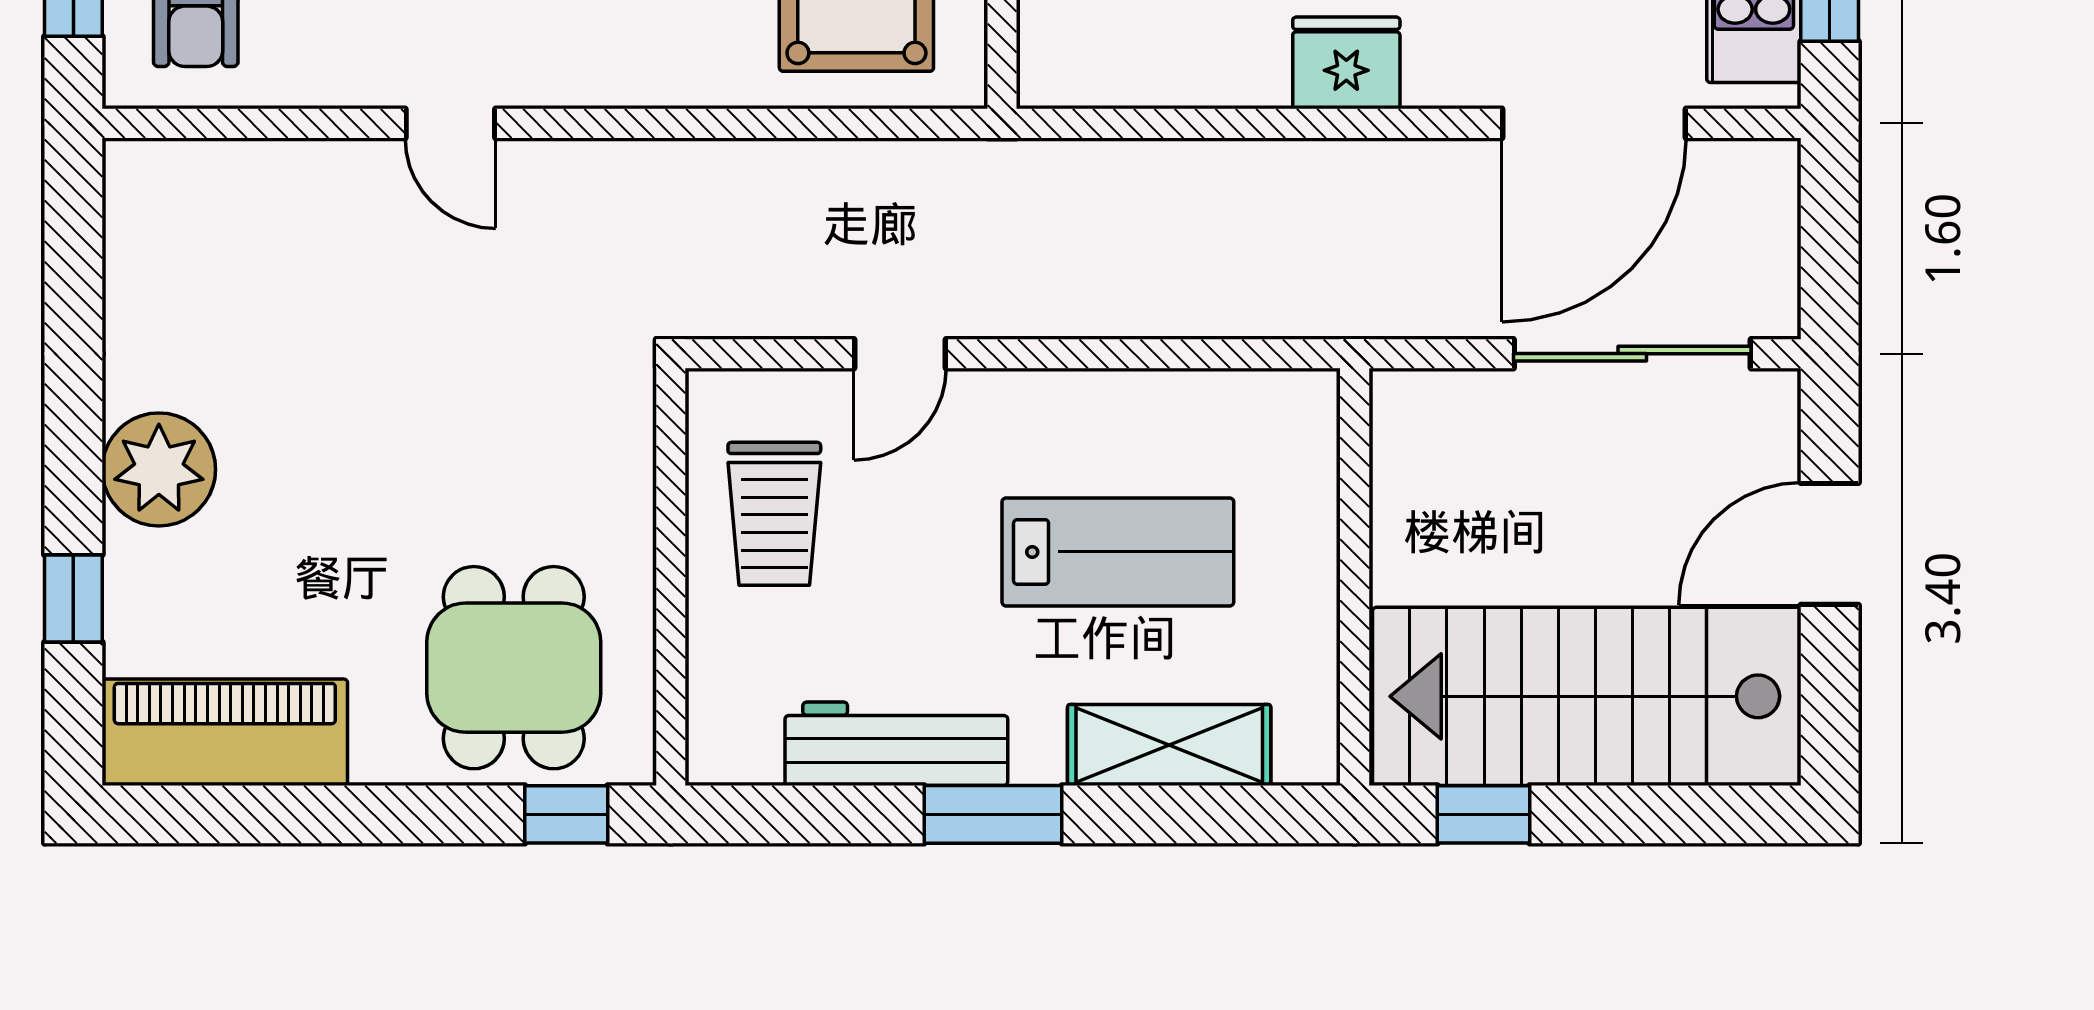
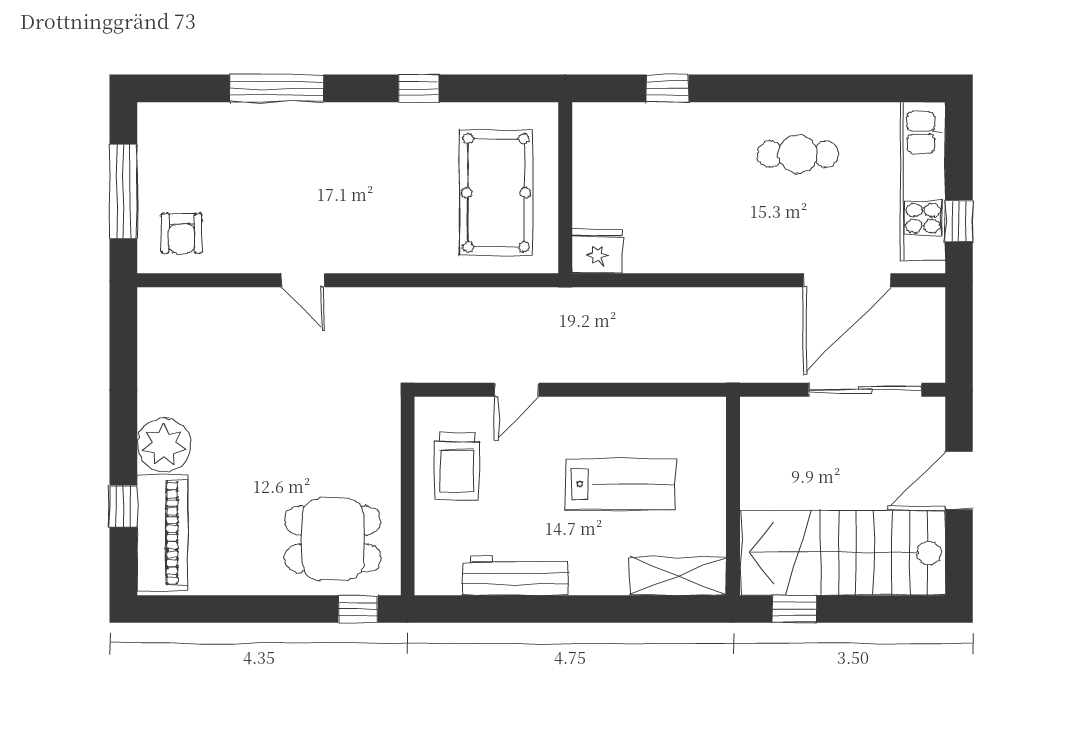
fridge: (1346, 63) -> (597, 251), moved
dining table: (514, 668) -> (333, 539), turned 90
piano: (225, 732) -> (162, 533), moved, turned 90
shelving: (1169, 745) -> (678, 576), moved
window: (993, 814) -> (561, 609), removed

